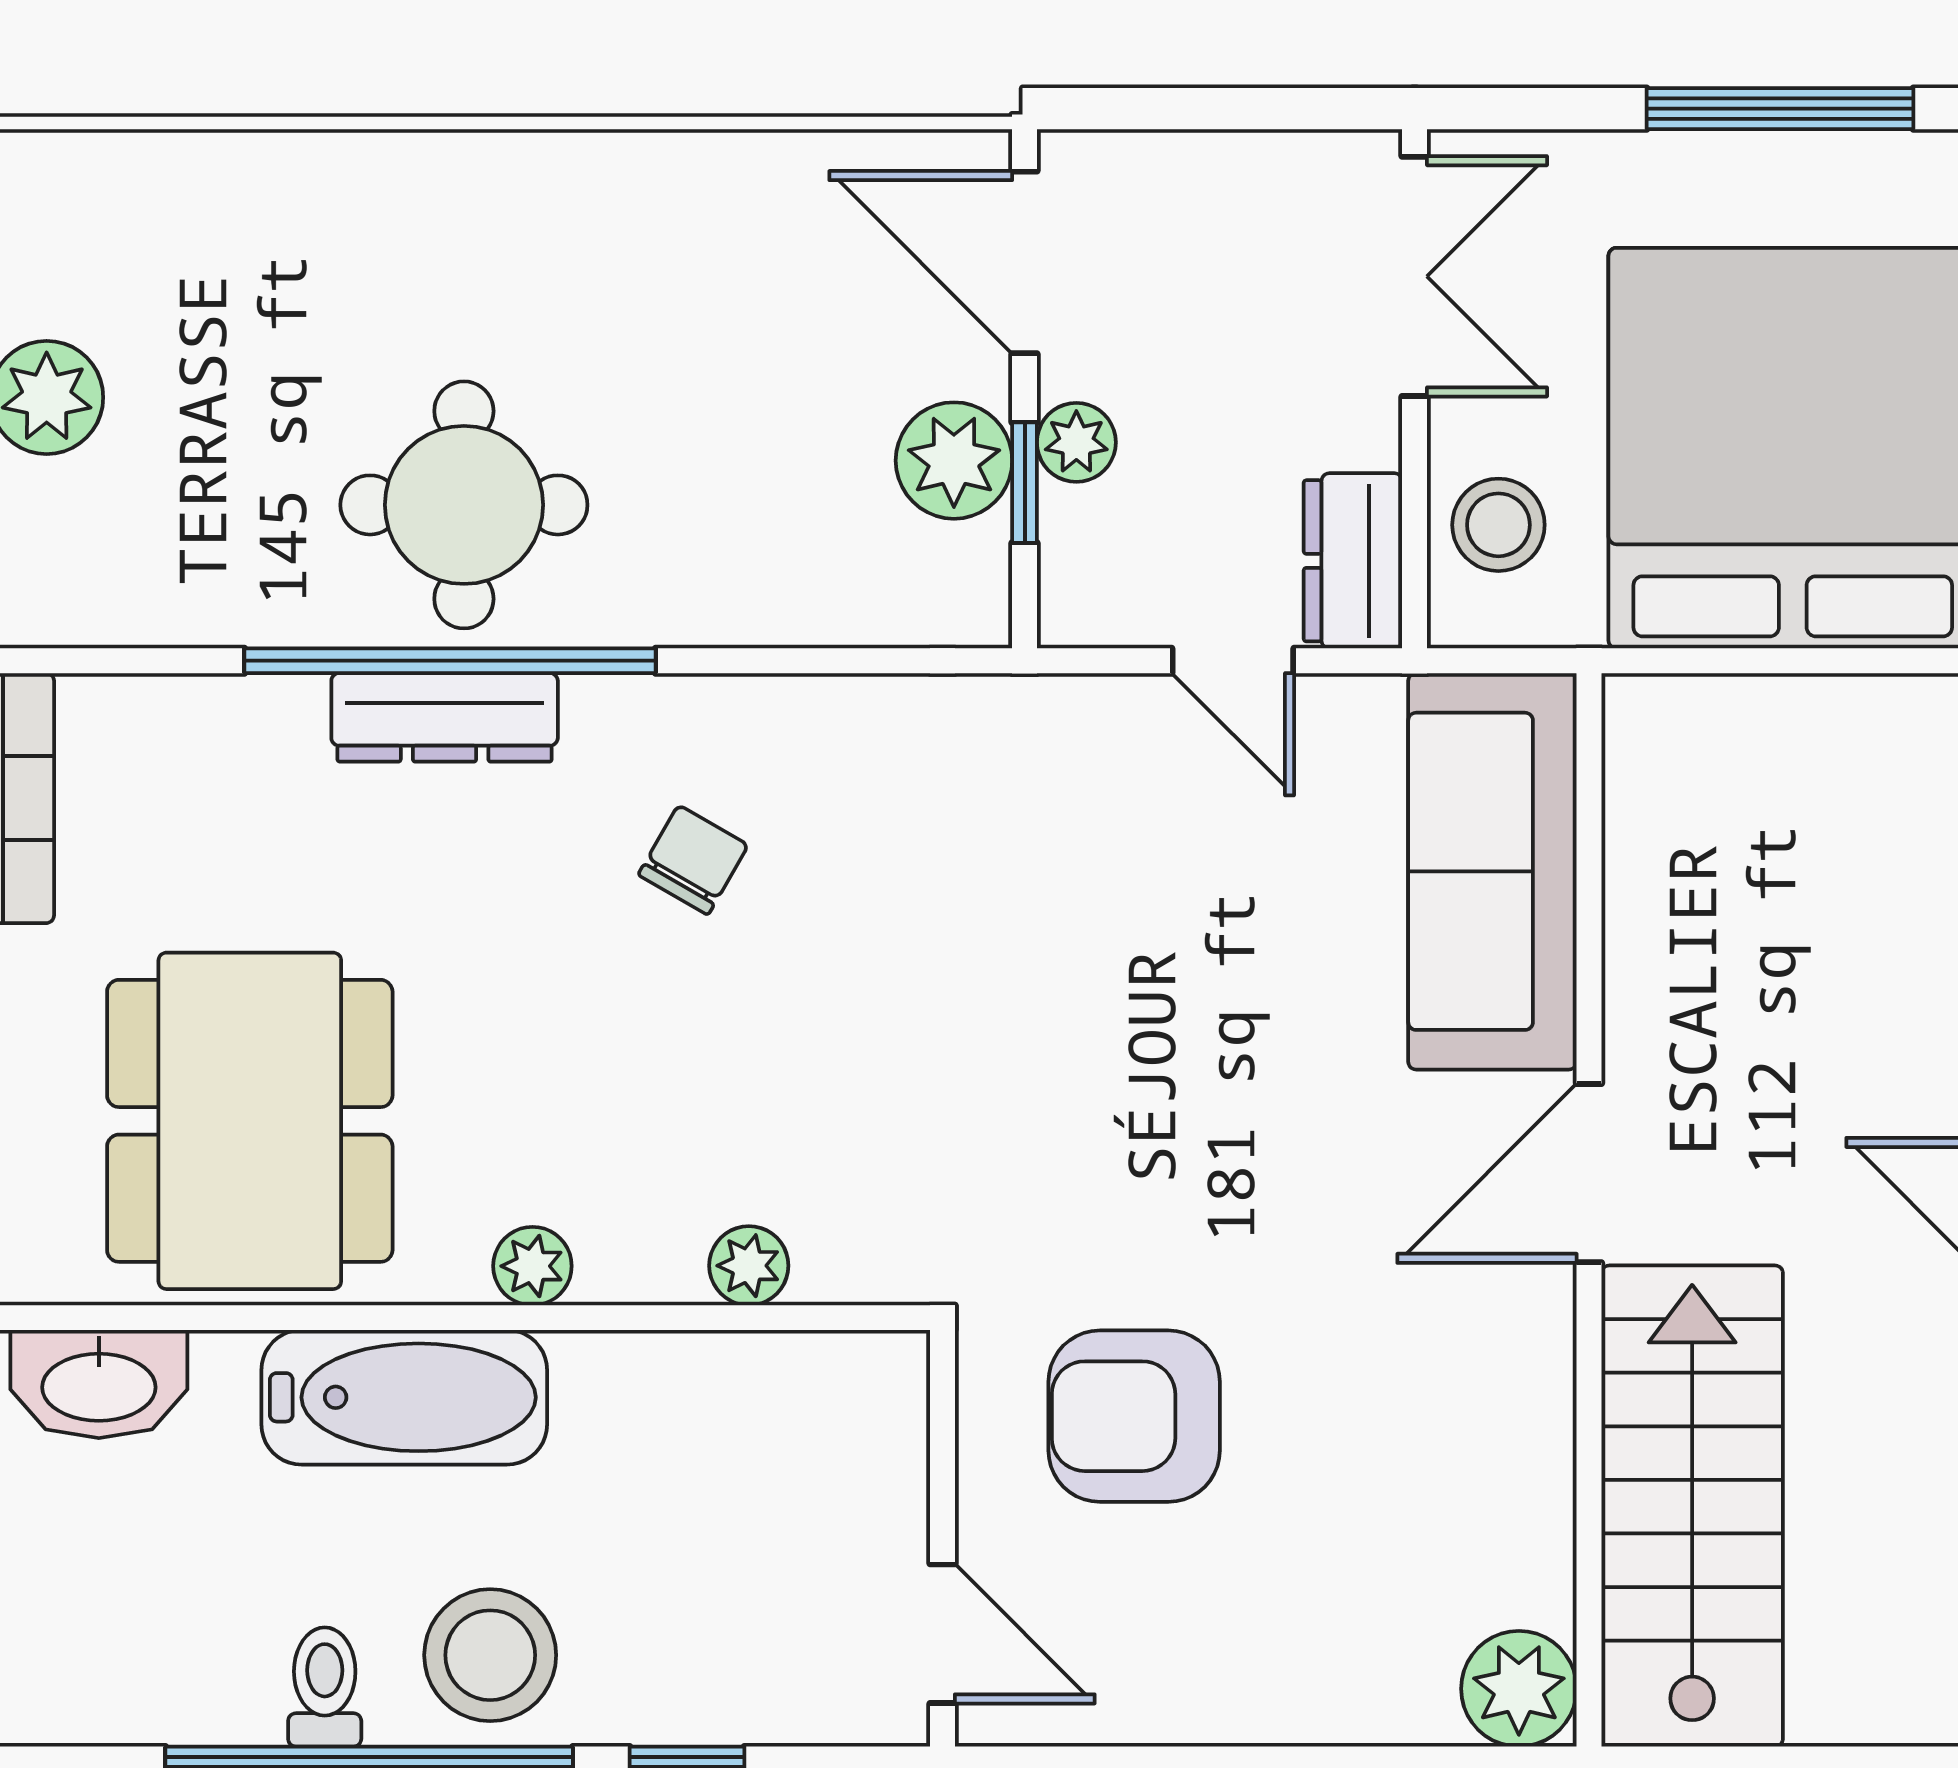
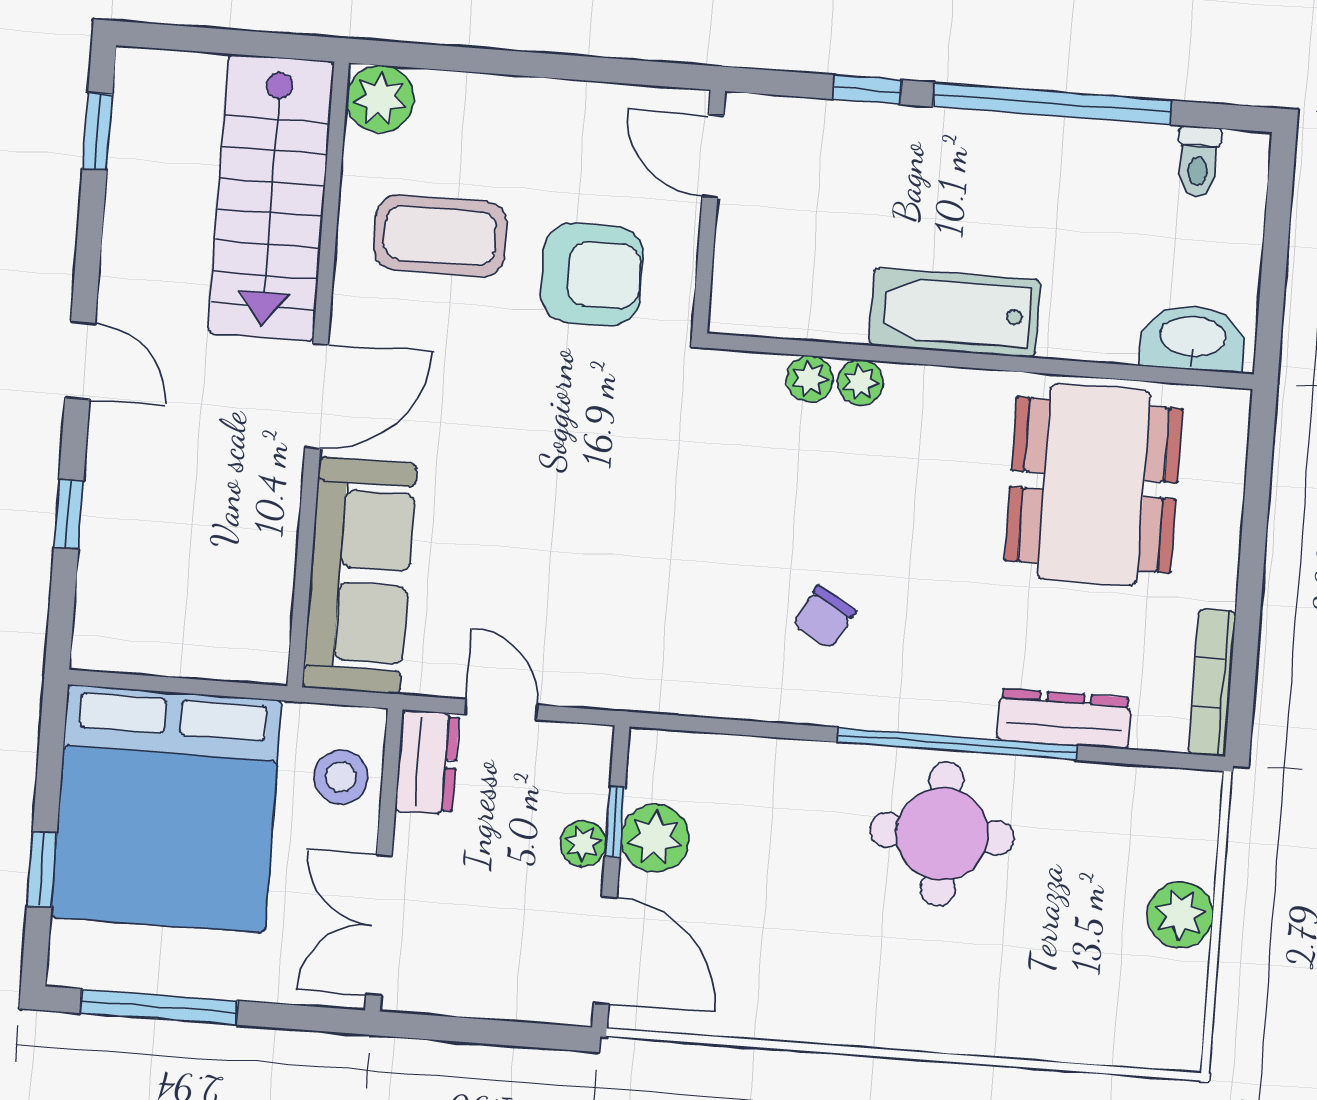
dresser: (445, 717) -> (1064, 719), moved
plant: (532, 1266) -> (860, 382), moved
bathtub: (404, 1397) -> (955, 313), moved
coffee table: (1398, 1463) -> (440, 236), added
stool: (490, 1655) -> (977, 163), removed
toilet: (325, 1687) -> (1198, 161), moved

